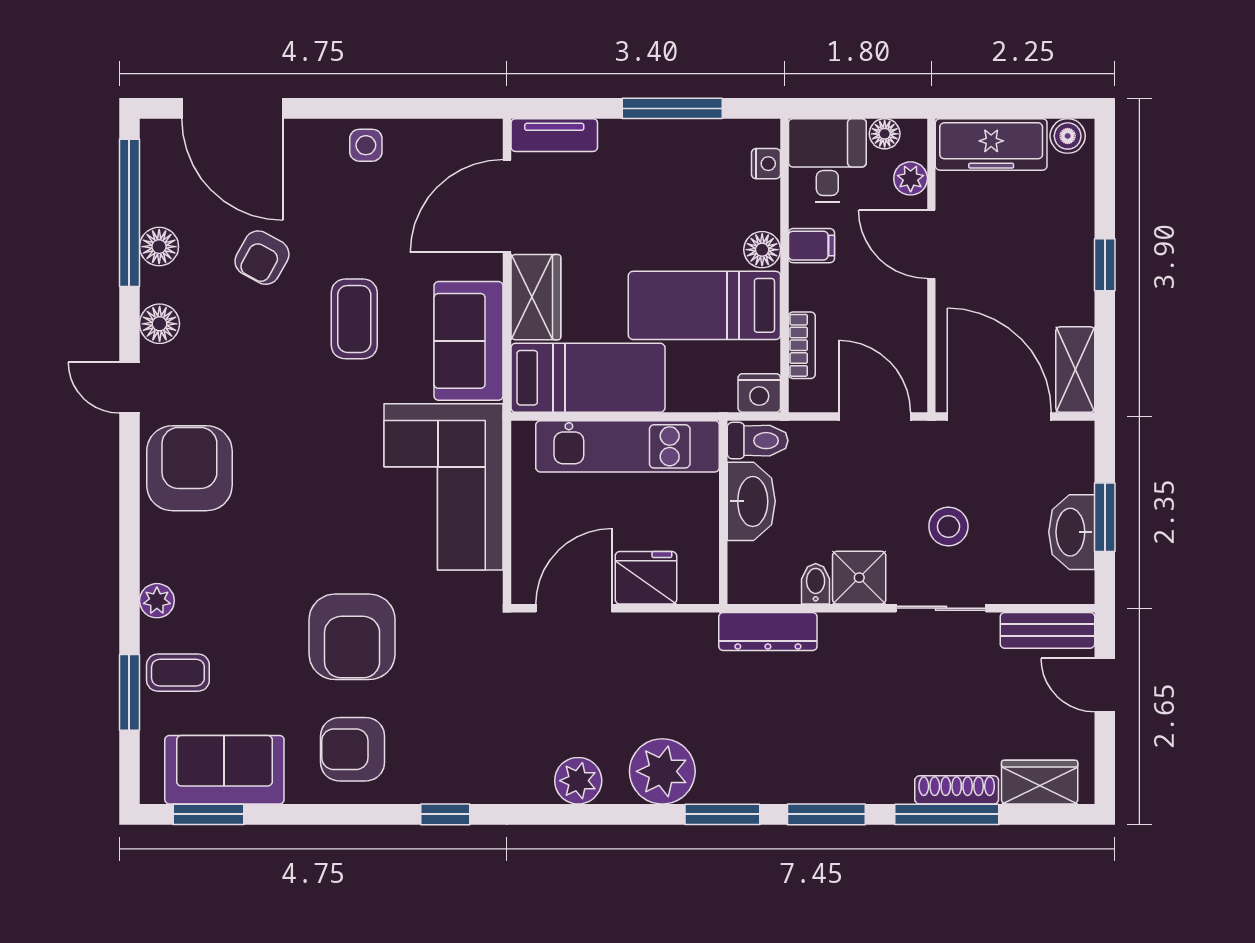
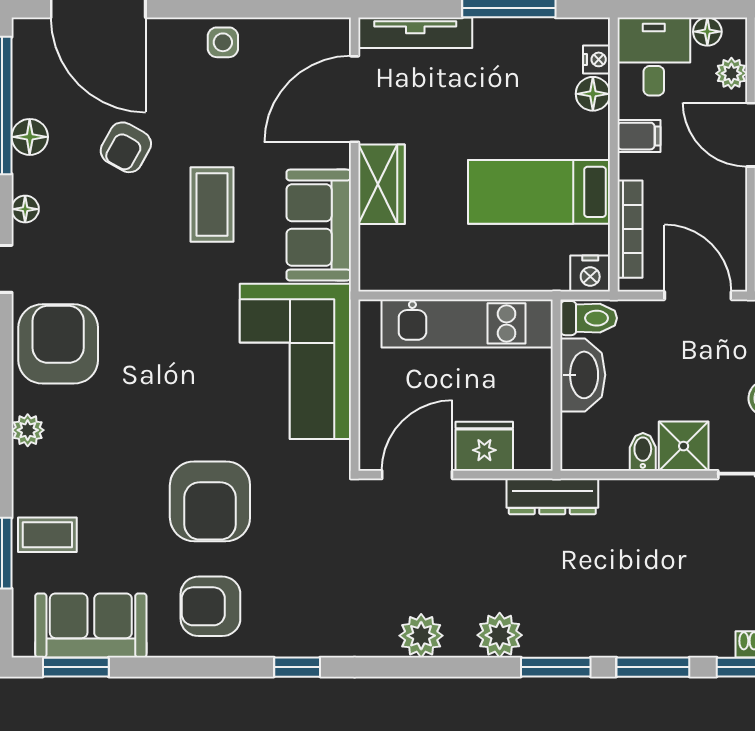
tv unit: (554, 135) -> (415, 33), width x1.41
floor lamp: (762, 250) -> (593, 94), moved
floor lamp: (160, 324) -> (25, 209), width x0.73, depth x0.73
bookcase: (802, 345) -> (630, 229), width x1.56
bed: (588, 378) -> (430, 259), removed
plant: (157, 601) -> (28, 430), moved
dresser: (768, 631) -> (552, 496), moved
plant: (662, 771) -> (500, 635), width x0.73, depth x0.73

